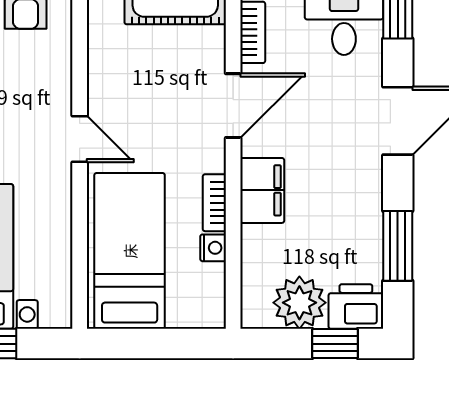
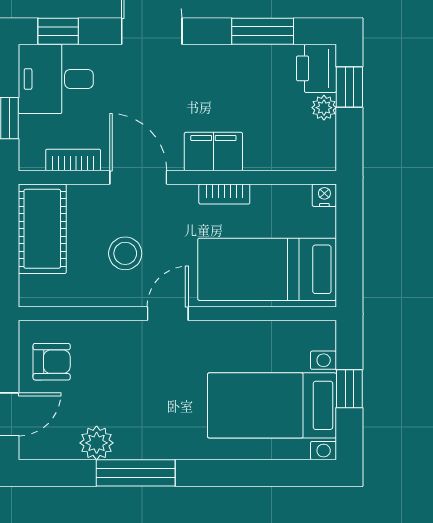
stool: (148, 91) -> (125, 253), added
nightstand: (213, 248) -> (324, 195), moved
plant: (299, 303) -> (324, 108), width x0.53, depth x0.53

